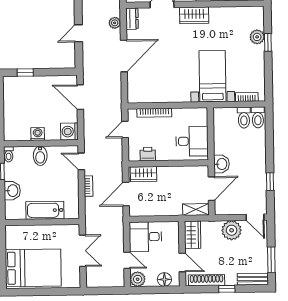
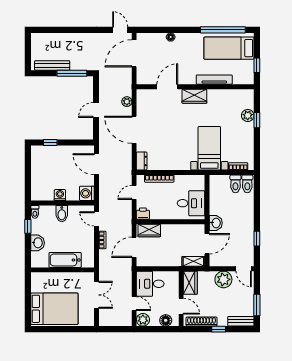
dresser: (132, 19) -> (142, 161), moved
door: (124, 56) -> (134, 130), swing flipped
printer: (148, 154) -> (143, 214), moved

